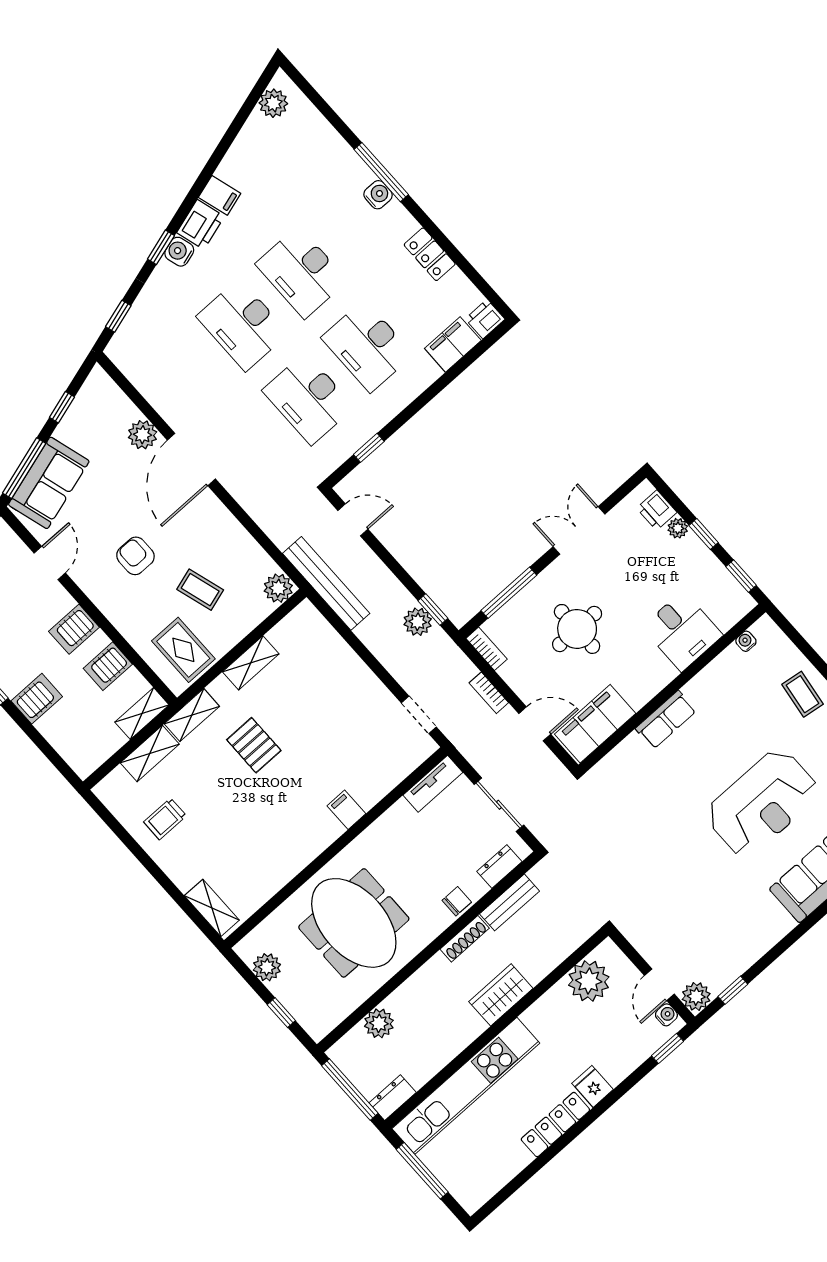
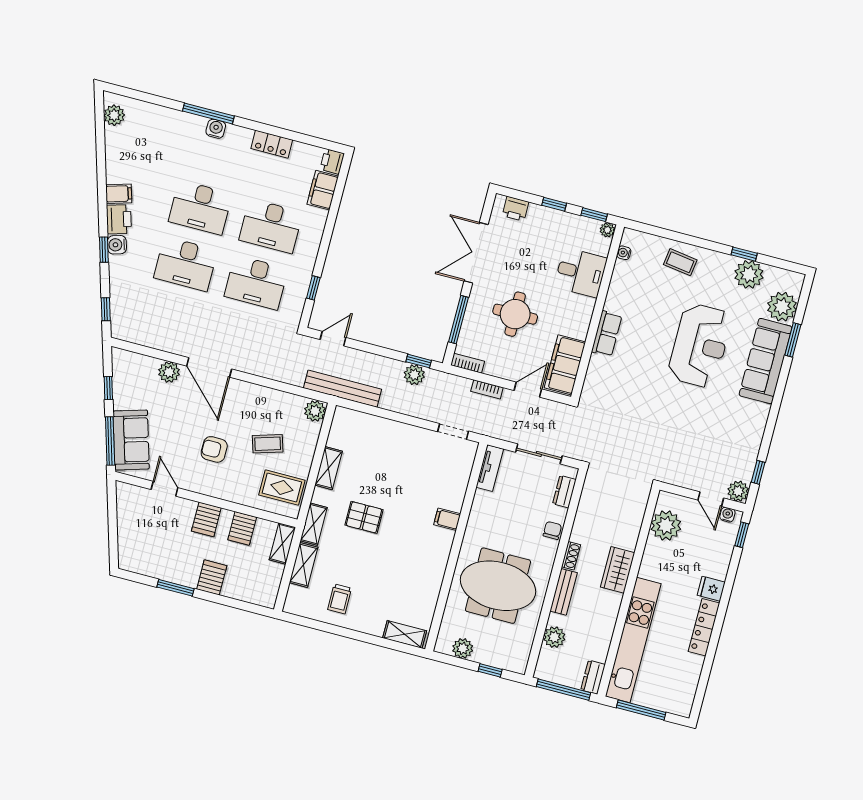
plant: (678, 528) -> (607, 230), moved
double door: (579, 530) -> (476, 253), width x1.37
bench: (510, 902) -> (564, 592), moved
shoe rack: (465, 939) -> (571, 556), width x0.70

